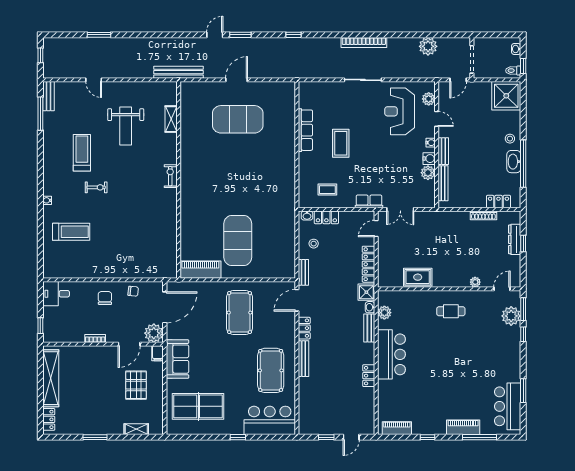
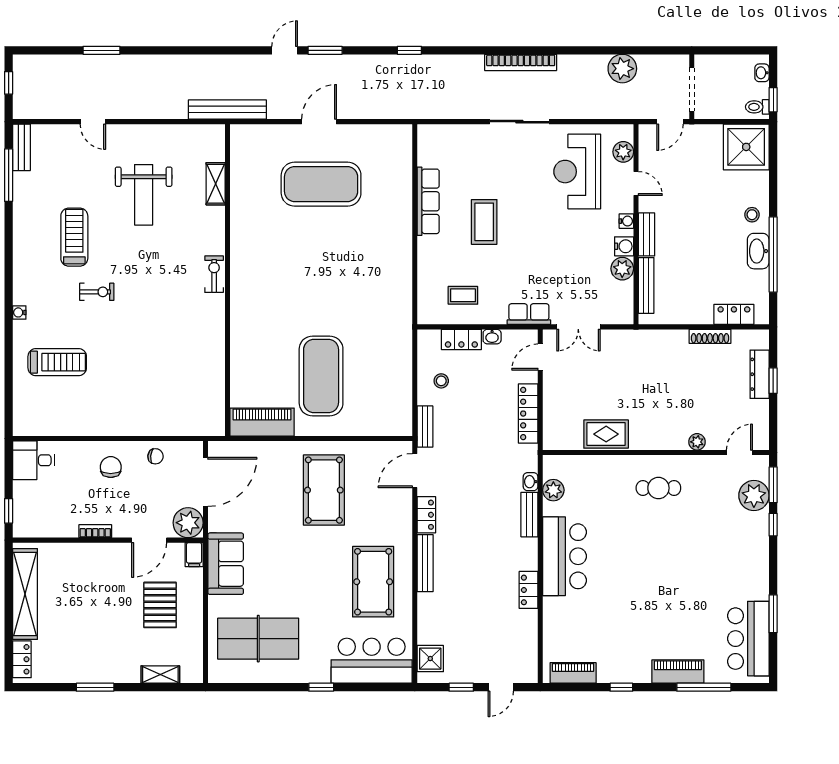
washbasin: (307, 216) -> (492, 337), moved
shower: (366, 292) -> (430, 659), moved

